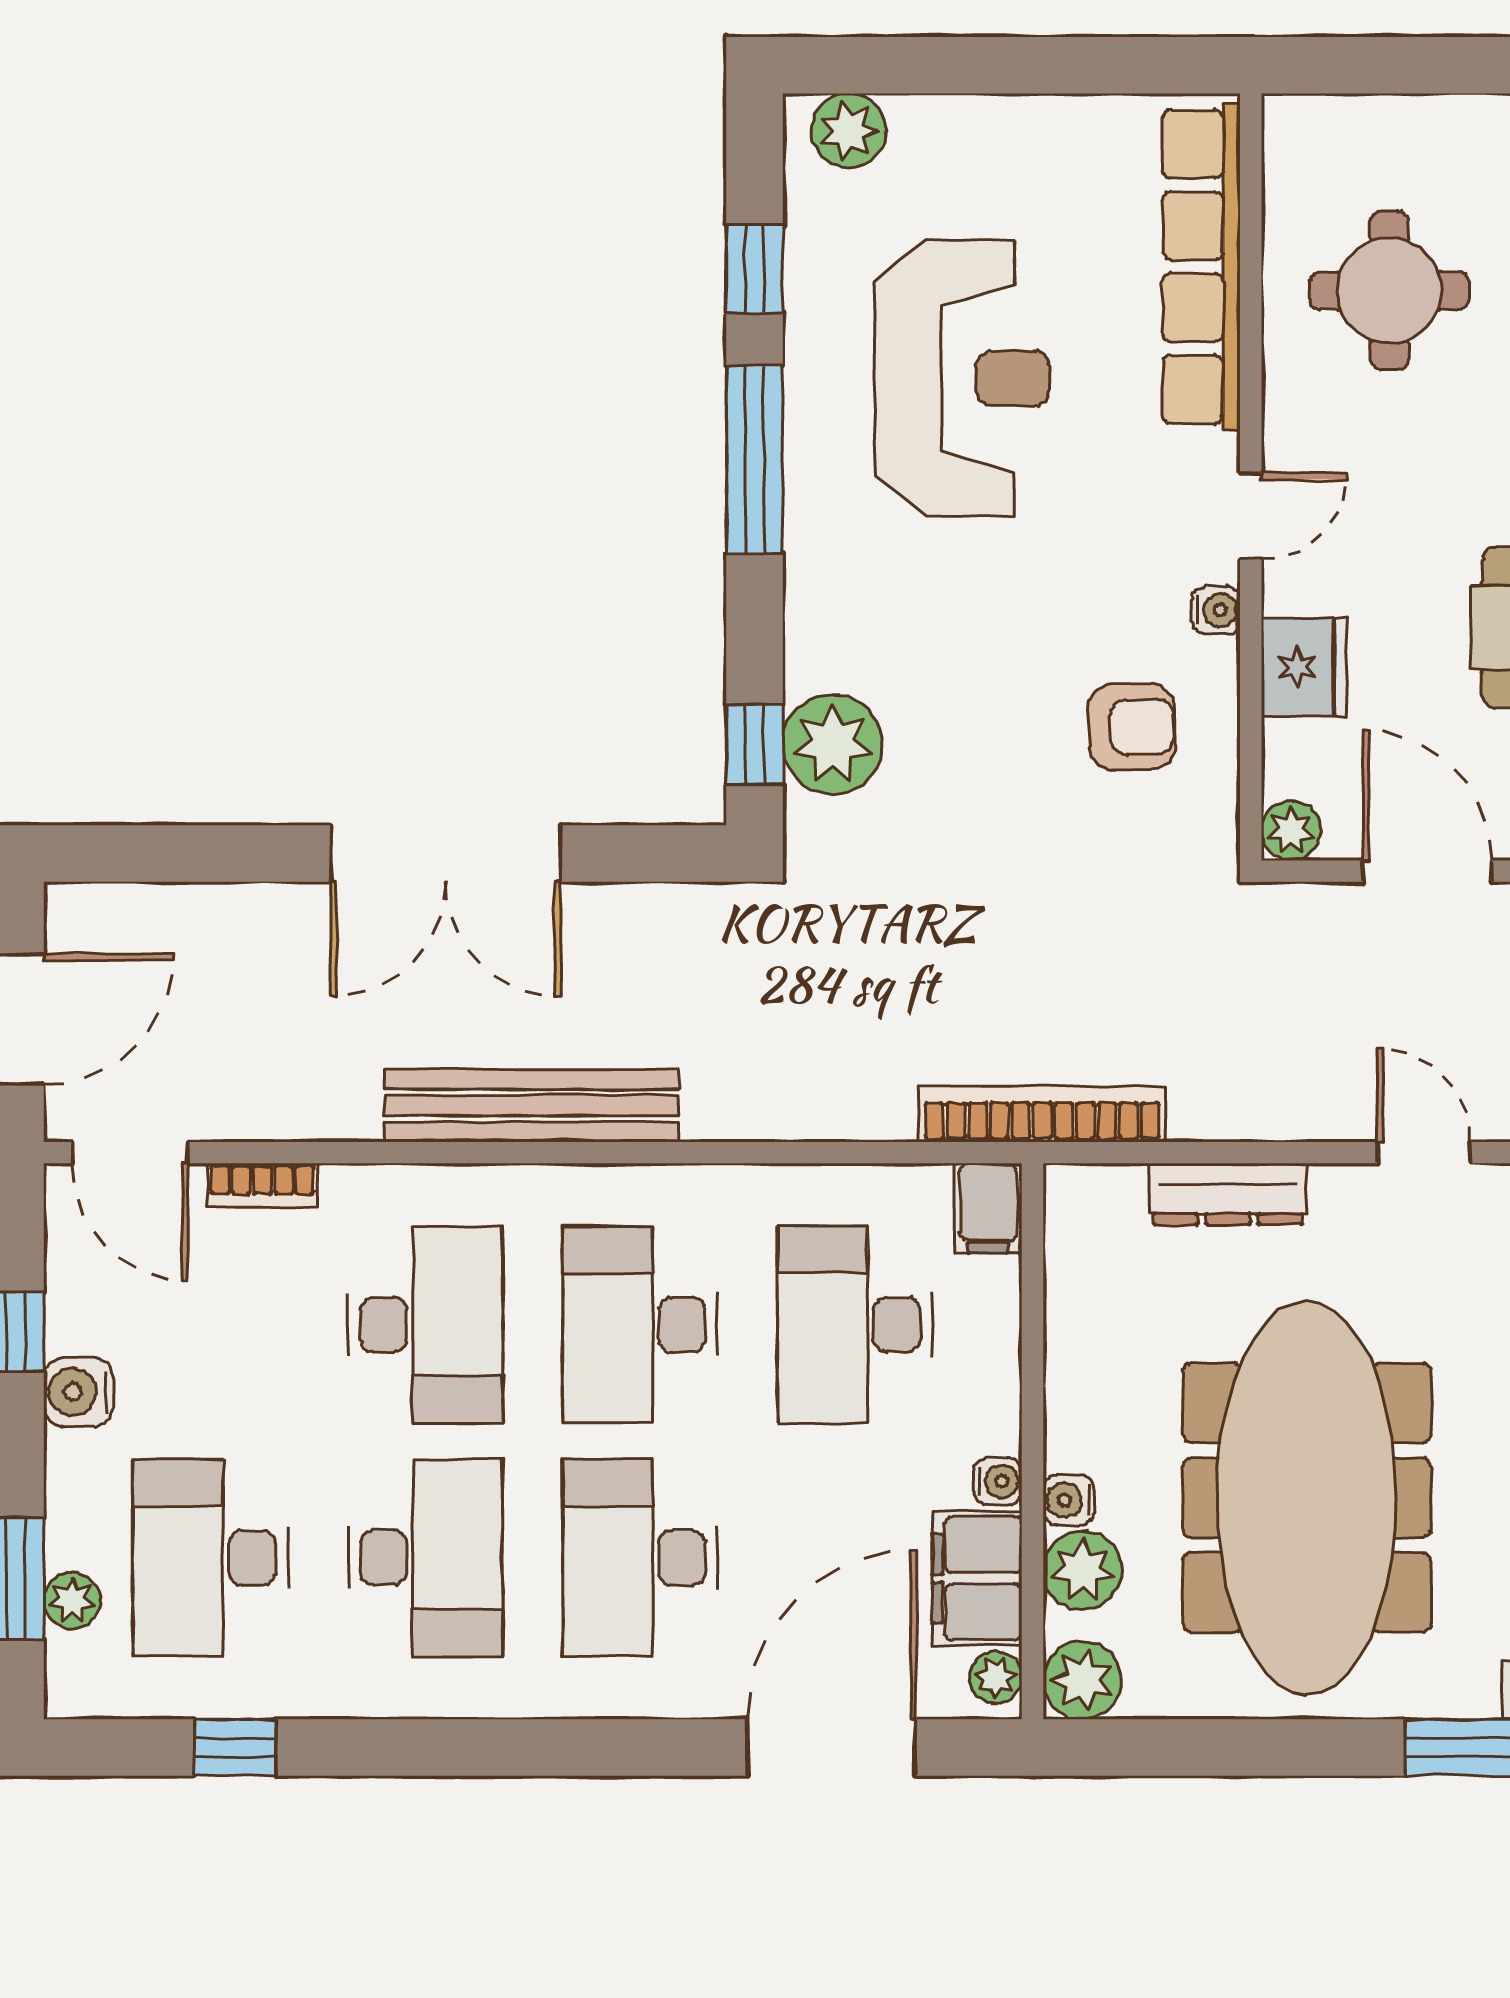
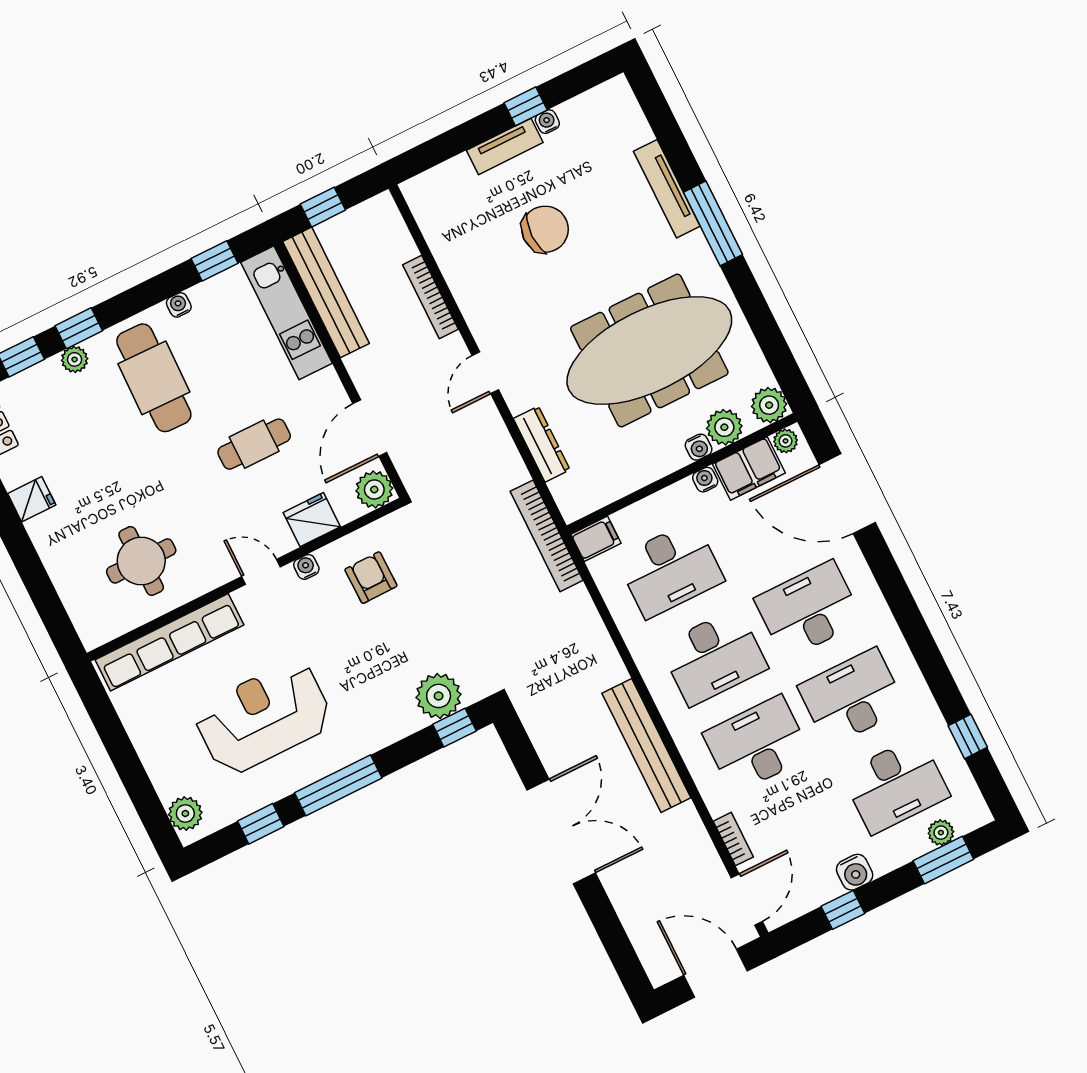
plant: (1291, 831) -> (374, 490), width x1.38, depth x1.38
desk: (640, 1558) -> (809, 610), turned 180

